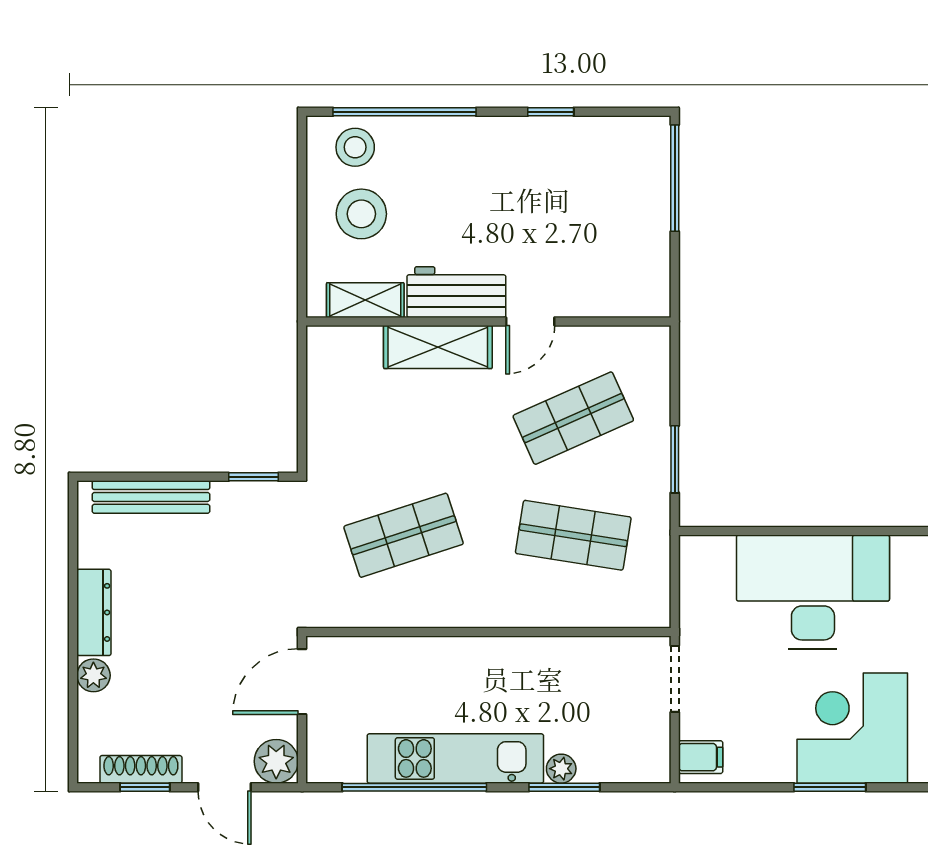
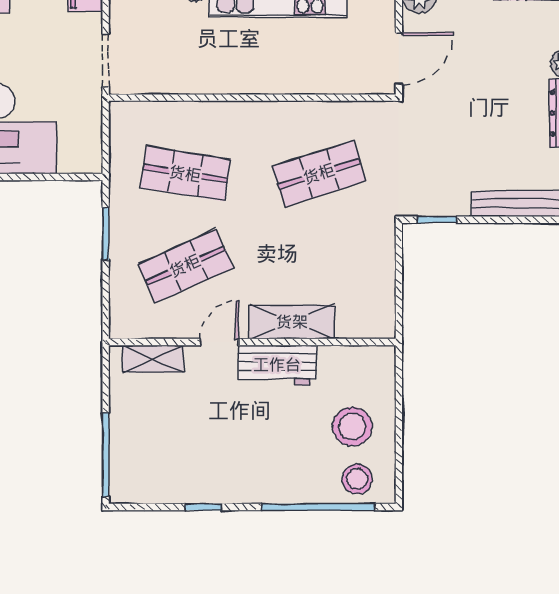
shelving: (365, 300) -> (153, 359), moved

